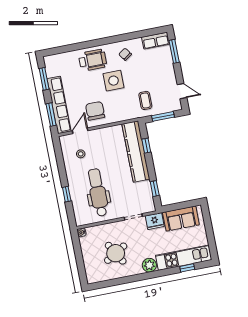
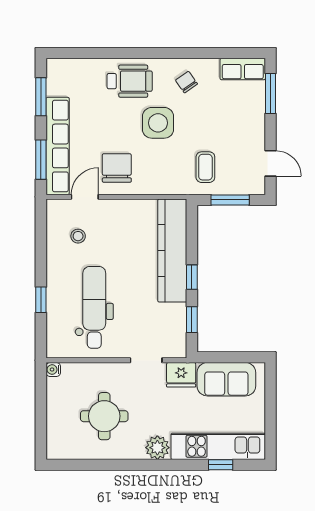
window: (146, 146) -> (192, 277), moved
round table: (116, 253) -> (104, 416), turned 31

